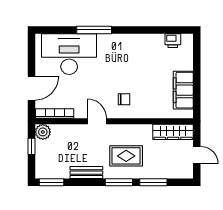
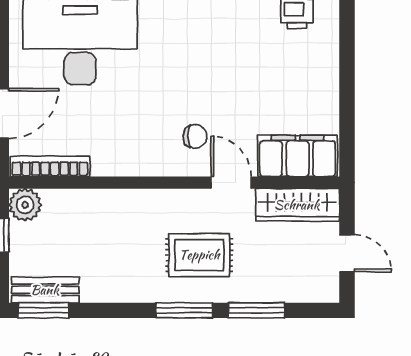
filing cabinet: (183, 90) -> (298, 156), moved, turned 90
door: (97, 121) -> (231, 183), moved
bench: (86, 173) -> (45, 290), moved

